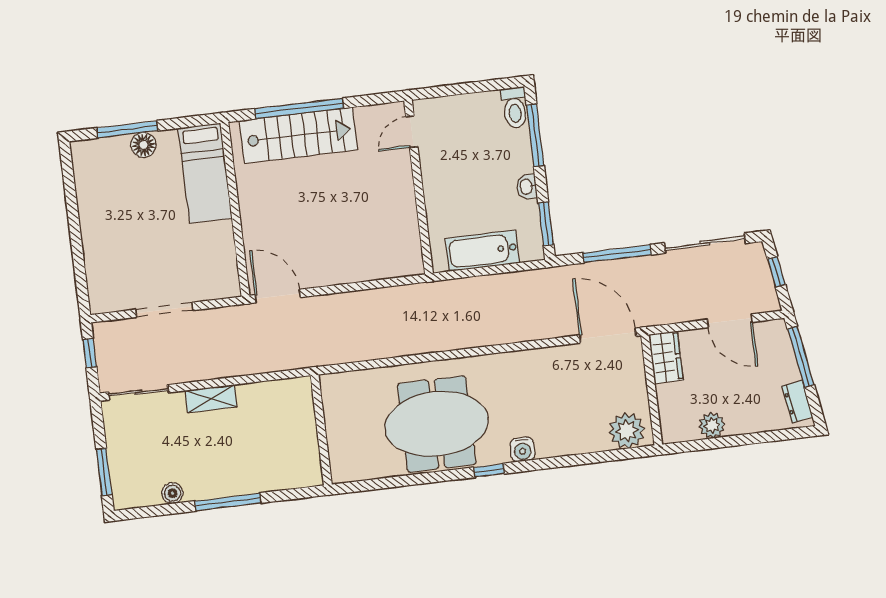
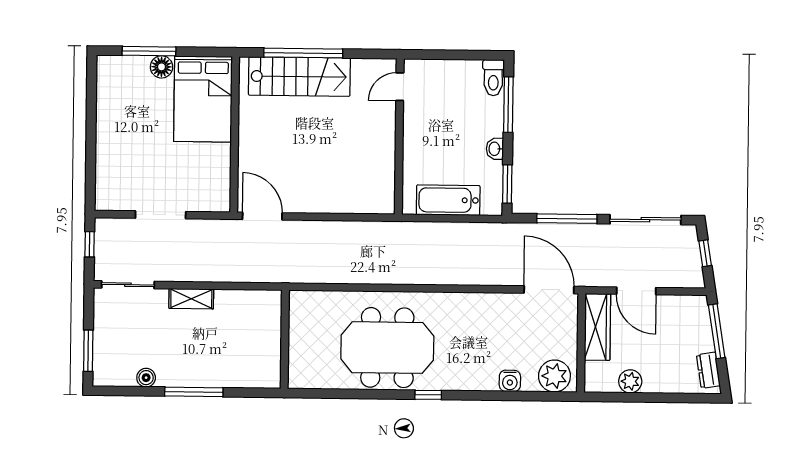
bed: (205, 173) -> (203, 99), width x1.50
door: (730, 321) -> (636, 291), moved
wardrobe: (666, 357) -> (597, 327), width x1.50
water cooler: (522, 449) -> (510, 381), moved

